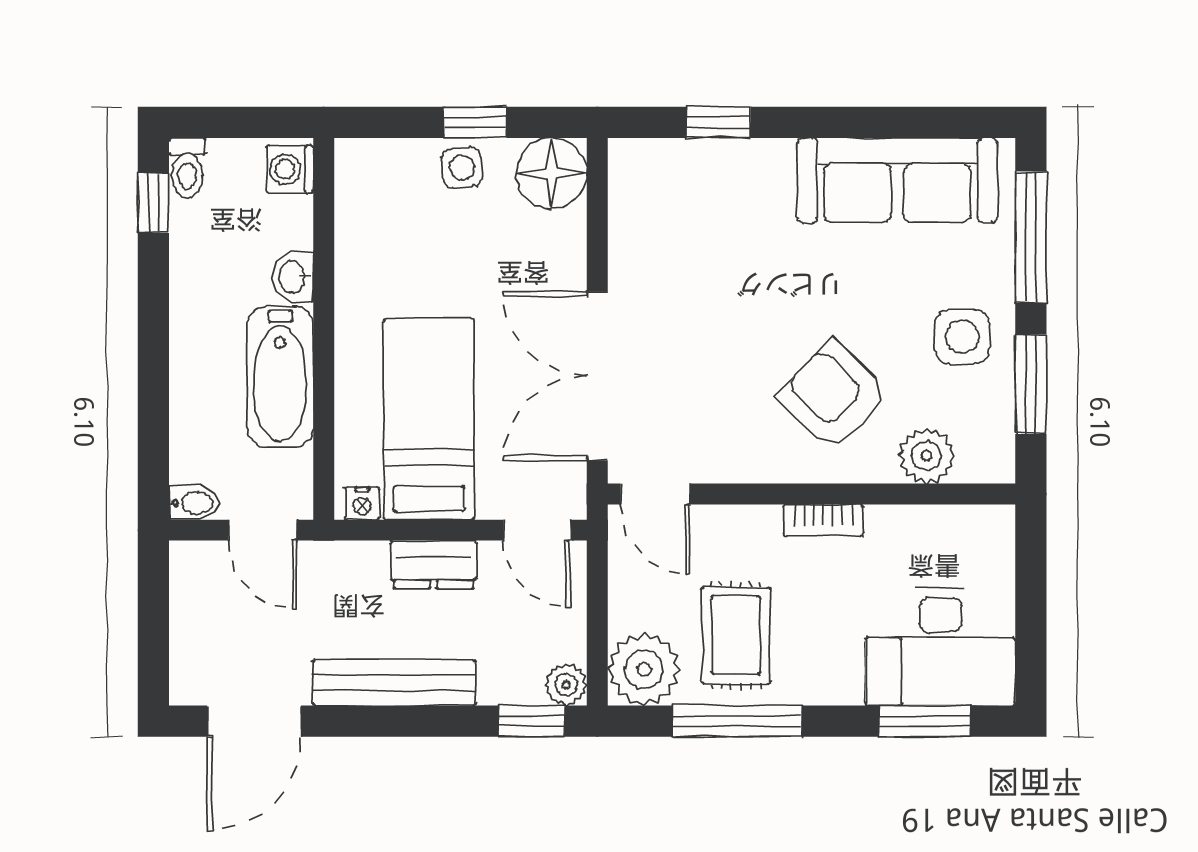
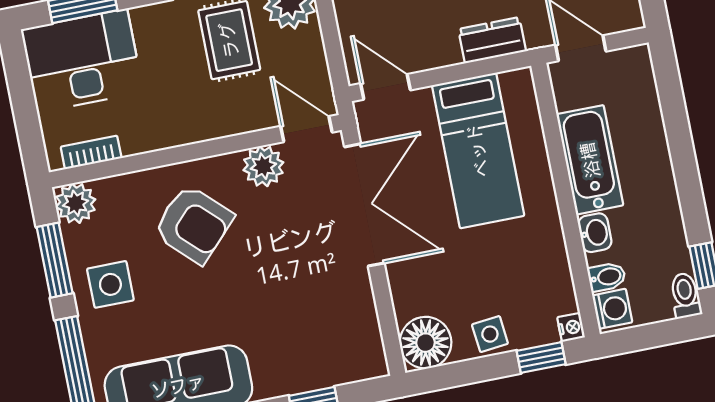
window: (475, 122) -> (541, 357), moved
plant: (723, 455) -> (263, 166), added
plant: (926, 456) -> (76, 203), moved
bidet: (194, 503) -> (607, 277), moved, turned 180
nightstand: (362, 503) -> (571, 327), moved, turned 90
bookcase: (823, 520) -> (91, 152), moved
dresser: (434, 565) -> (492, 40), moved

